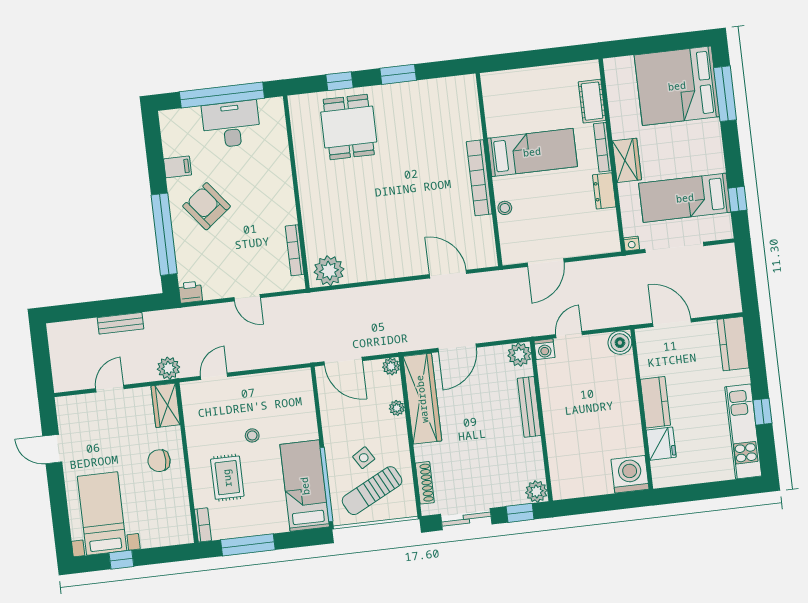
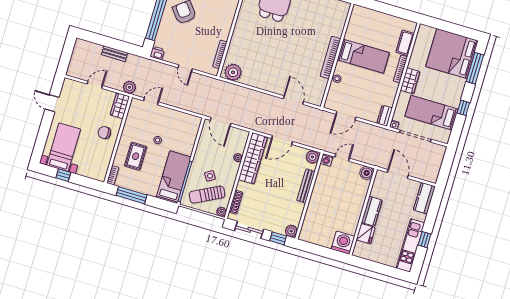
dresser: (604, 191) -> (385, 116), moved
window: (737, 199) -> (463, 108), moved
plant: (391, 366) -> (221, 212), moved

